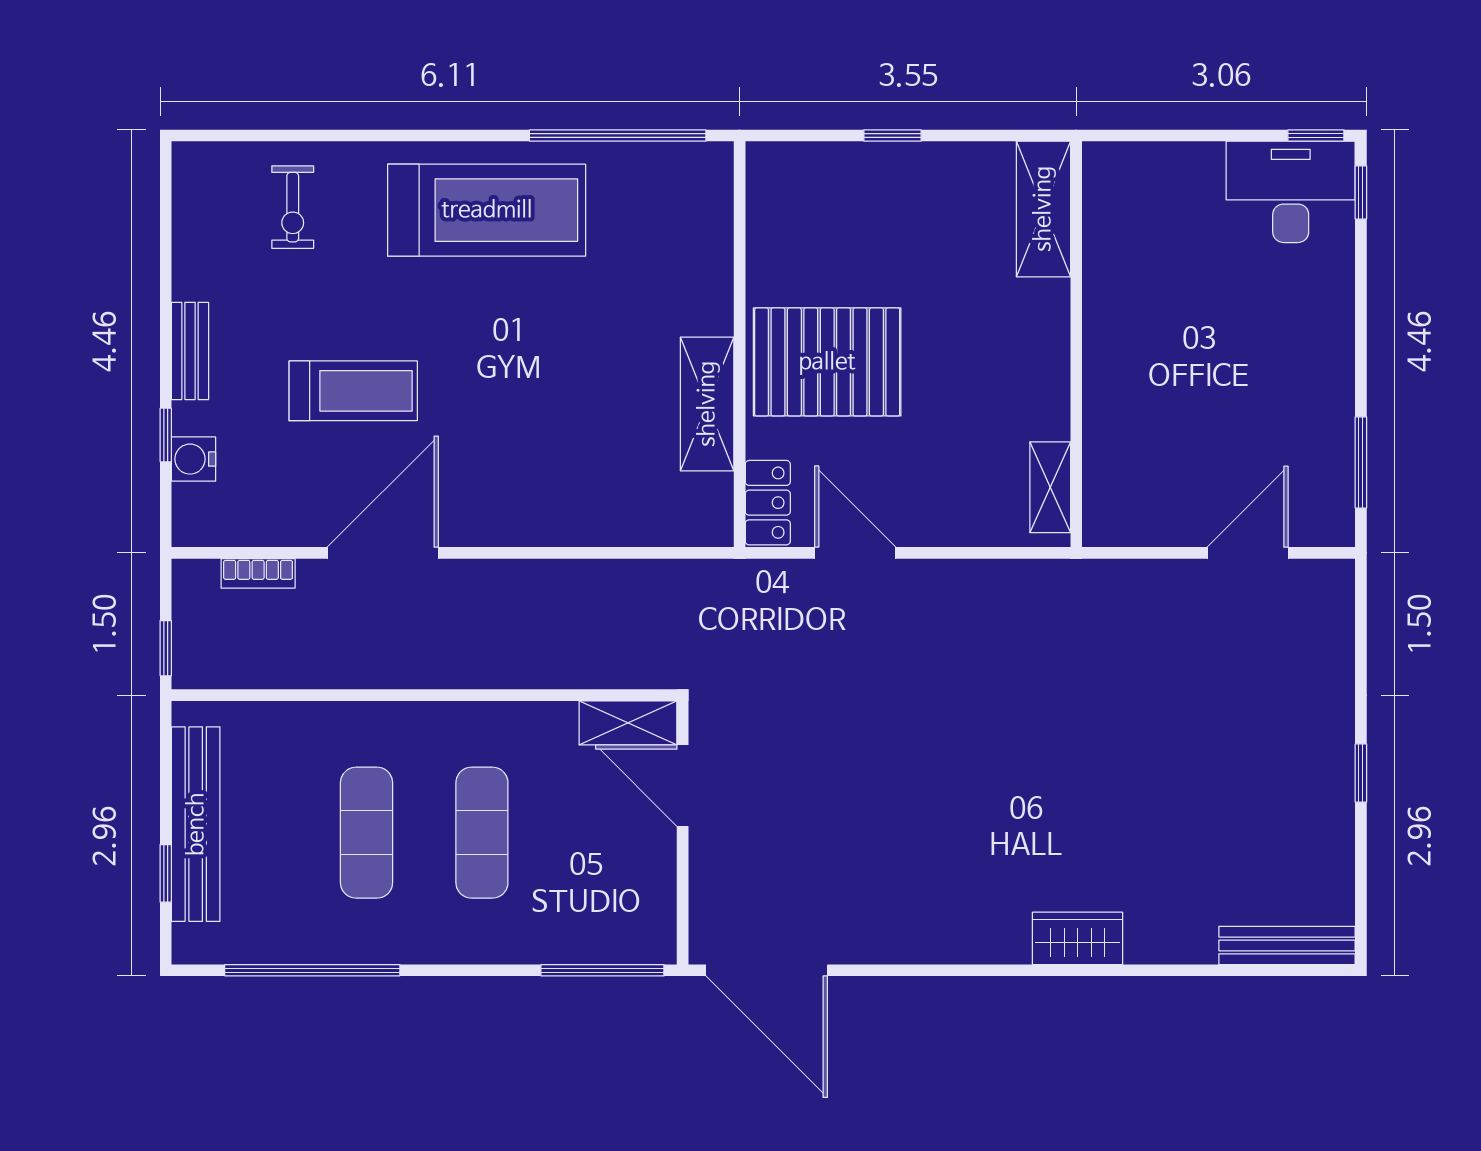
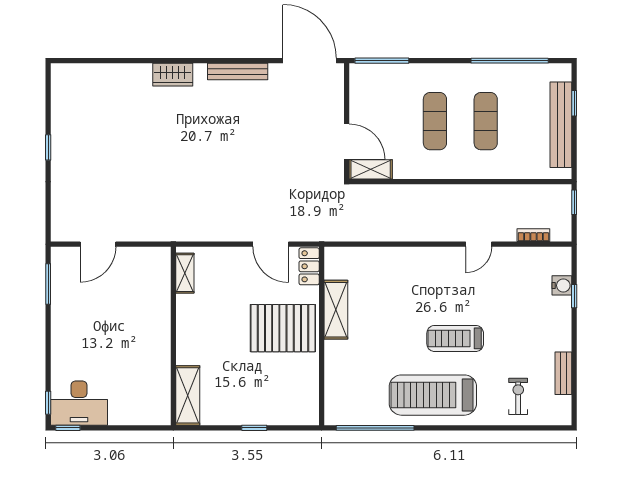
bench: (190, 351) -> (563, 373), moved
treadmill: (353, 391) -> (455, 338), moved
door: (383, 553) -> (479, 244), width x0.53
bench: (1287, 945) -> (238, 71), moved

